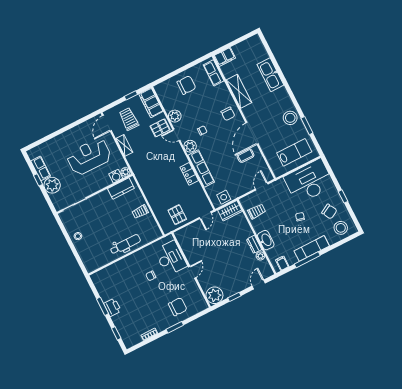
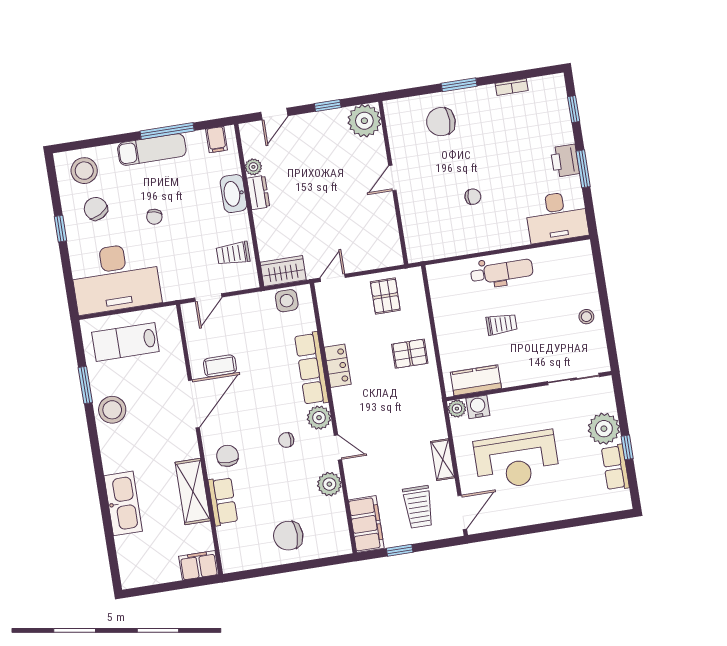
row of seats: (214, 73) -> (223, 501), moved
pallet: (160, 128) -> (410, 354), moved
trolley: (140, 212) -> (502, 324), moved
dental chair: (125, 244) -> (502, 272), turned 180
desk: (171, 258) -> (557, 217), moved, turned -90

